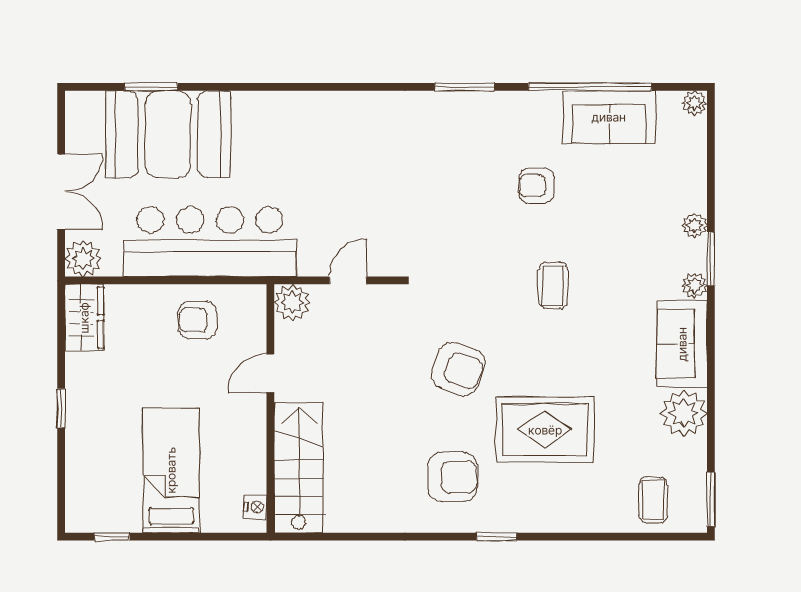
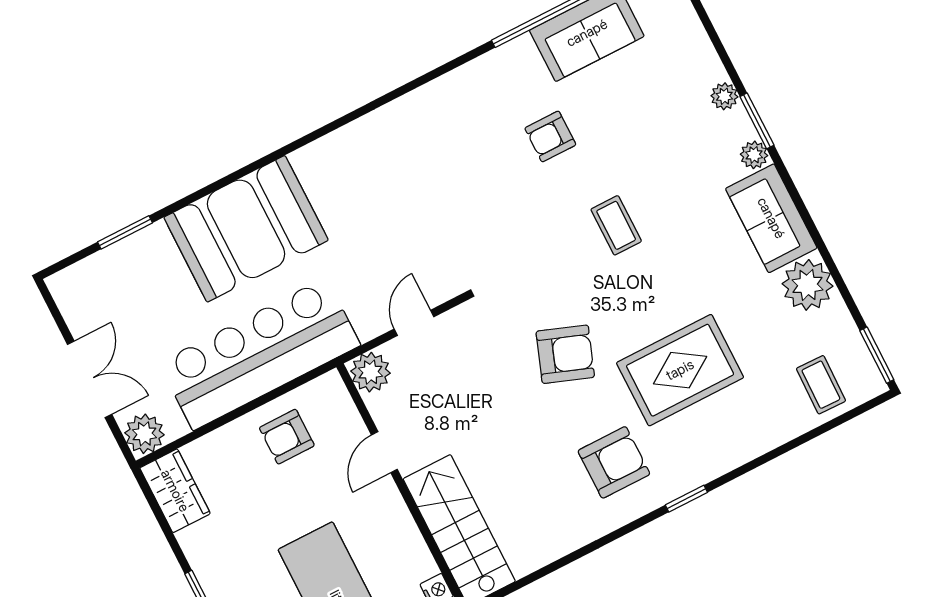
window: (465, 87) -> (431, 76), removed
booth: (168, 134) -> (246, 229), moved

